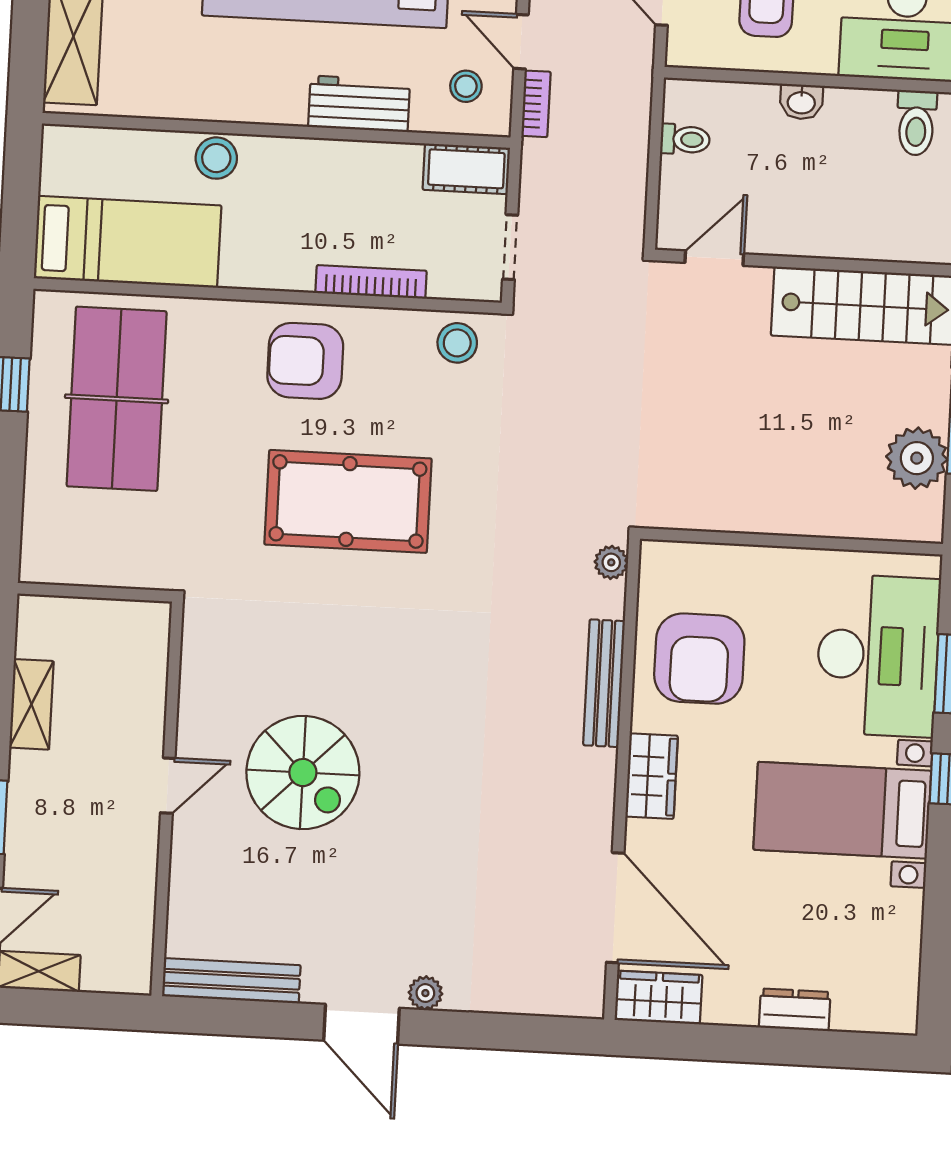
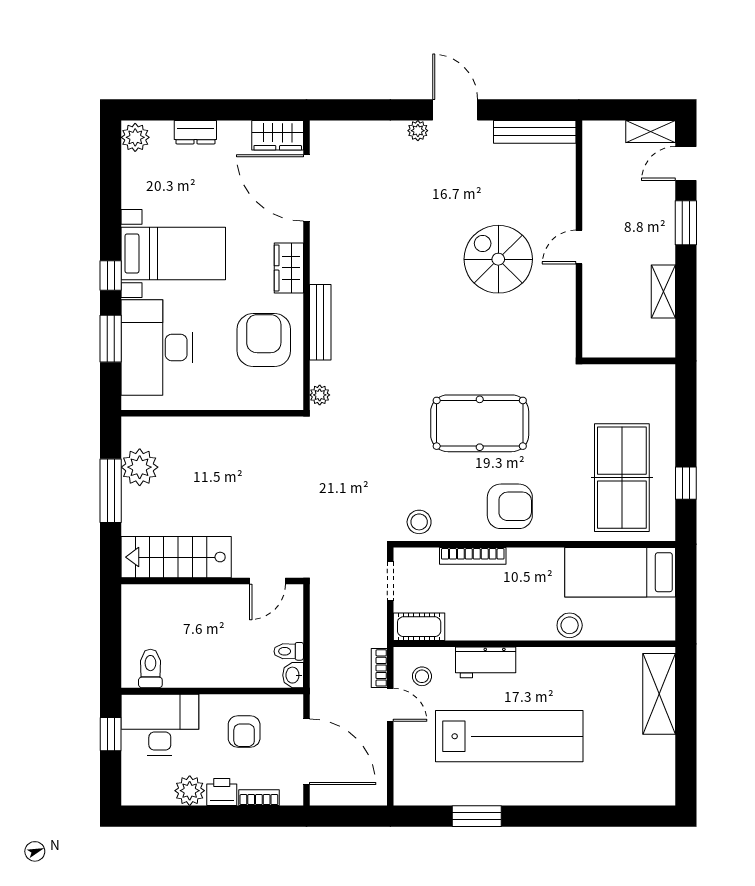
washbasin: (801, 102) -> (293, 675), moved, turned -90
plant: (895, 1006) -> (135, 137), added

